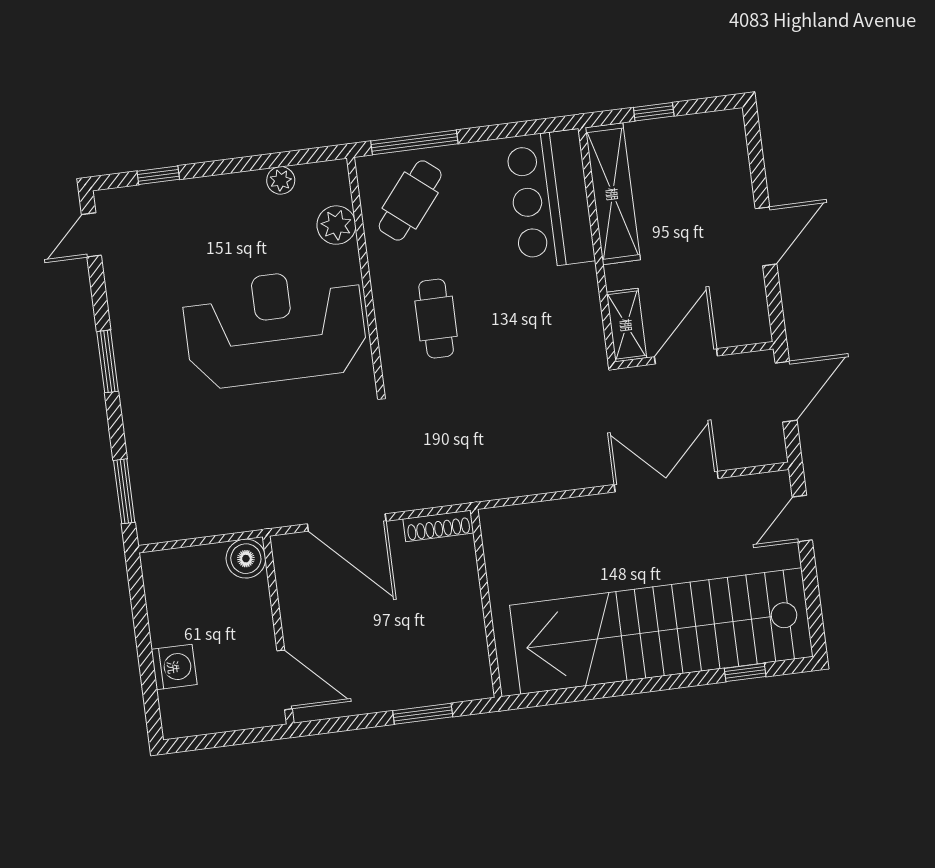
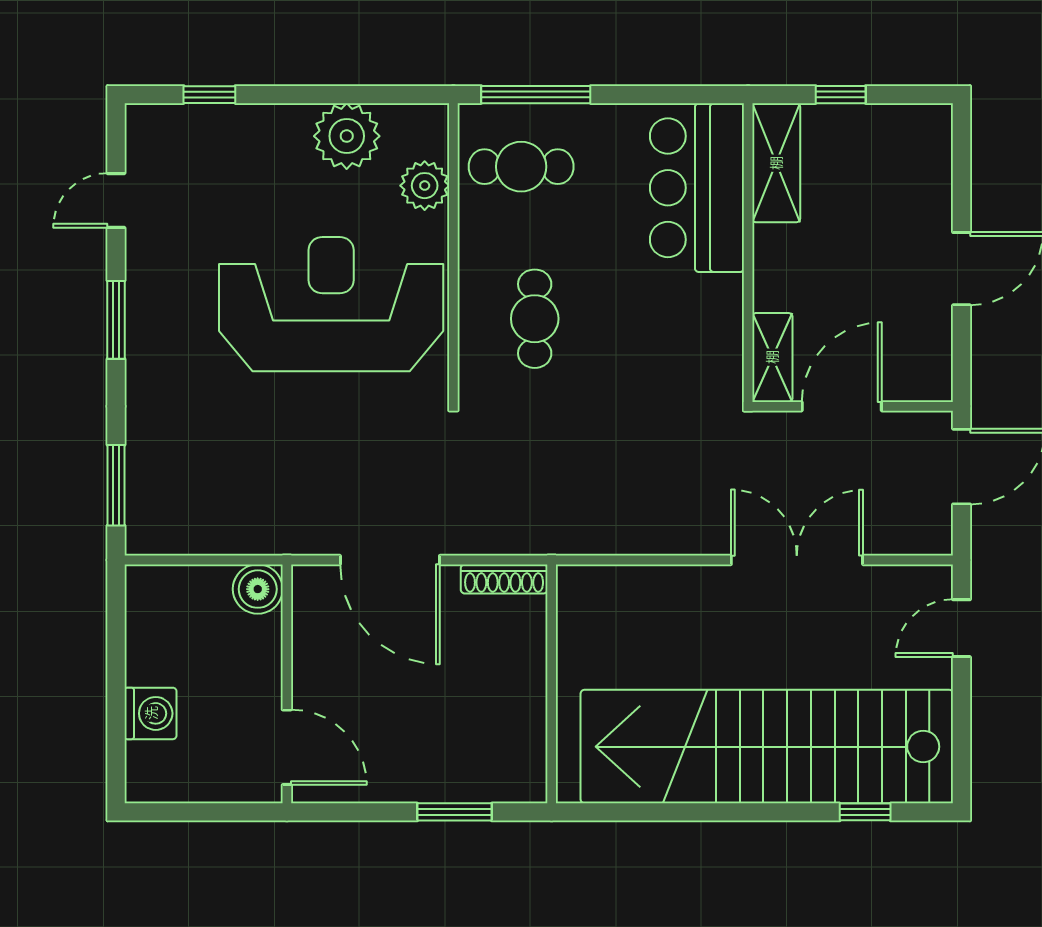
plant: (281, 180) -> (347, 136), width x1.87, depth x1.87
shelving: (613, 194) -> (776, 163), width x0.68
cafe table: (410, 200) -> (521, 167), turned 51
door: (91, 235) -> (116, 200), moved

